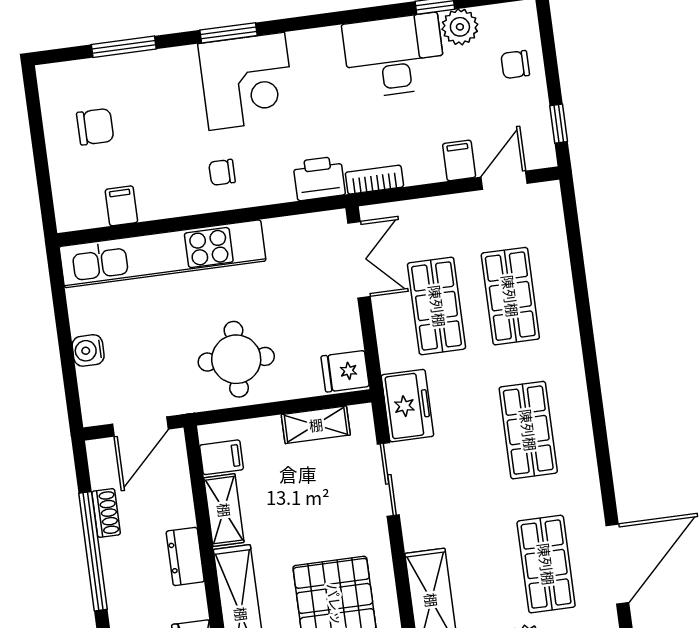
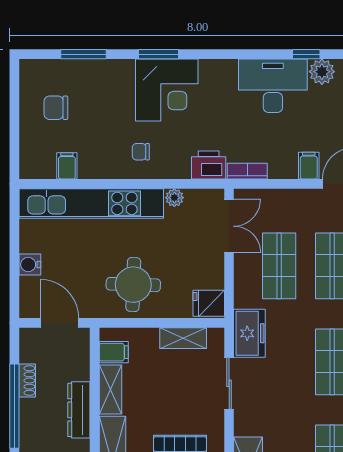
chair: (95, 127) -> (56, 108), turned 180
plant: (277, 230) -> (174, 198), added
door: (140, 427) -> (59, 323), swing flipped
dresser: (185, 556) -> (79, 410), width x1.44

